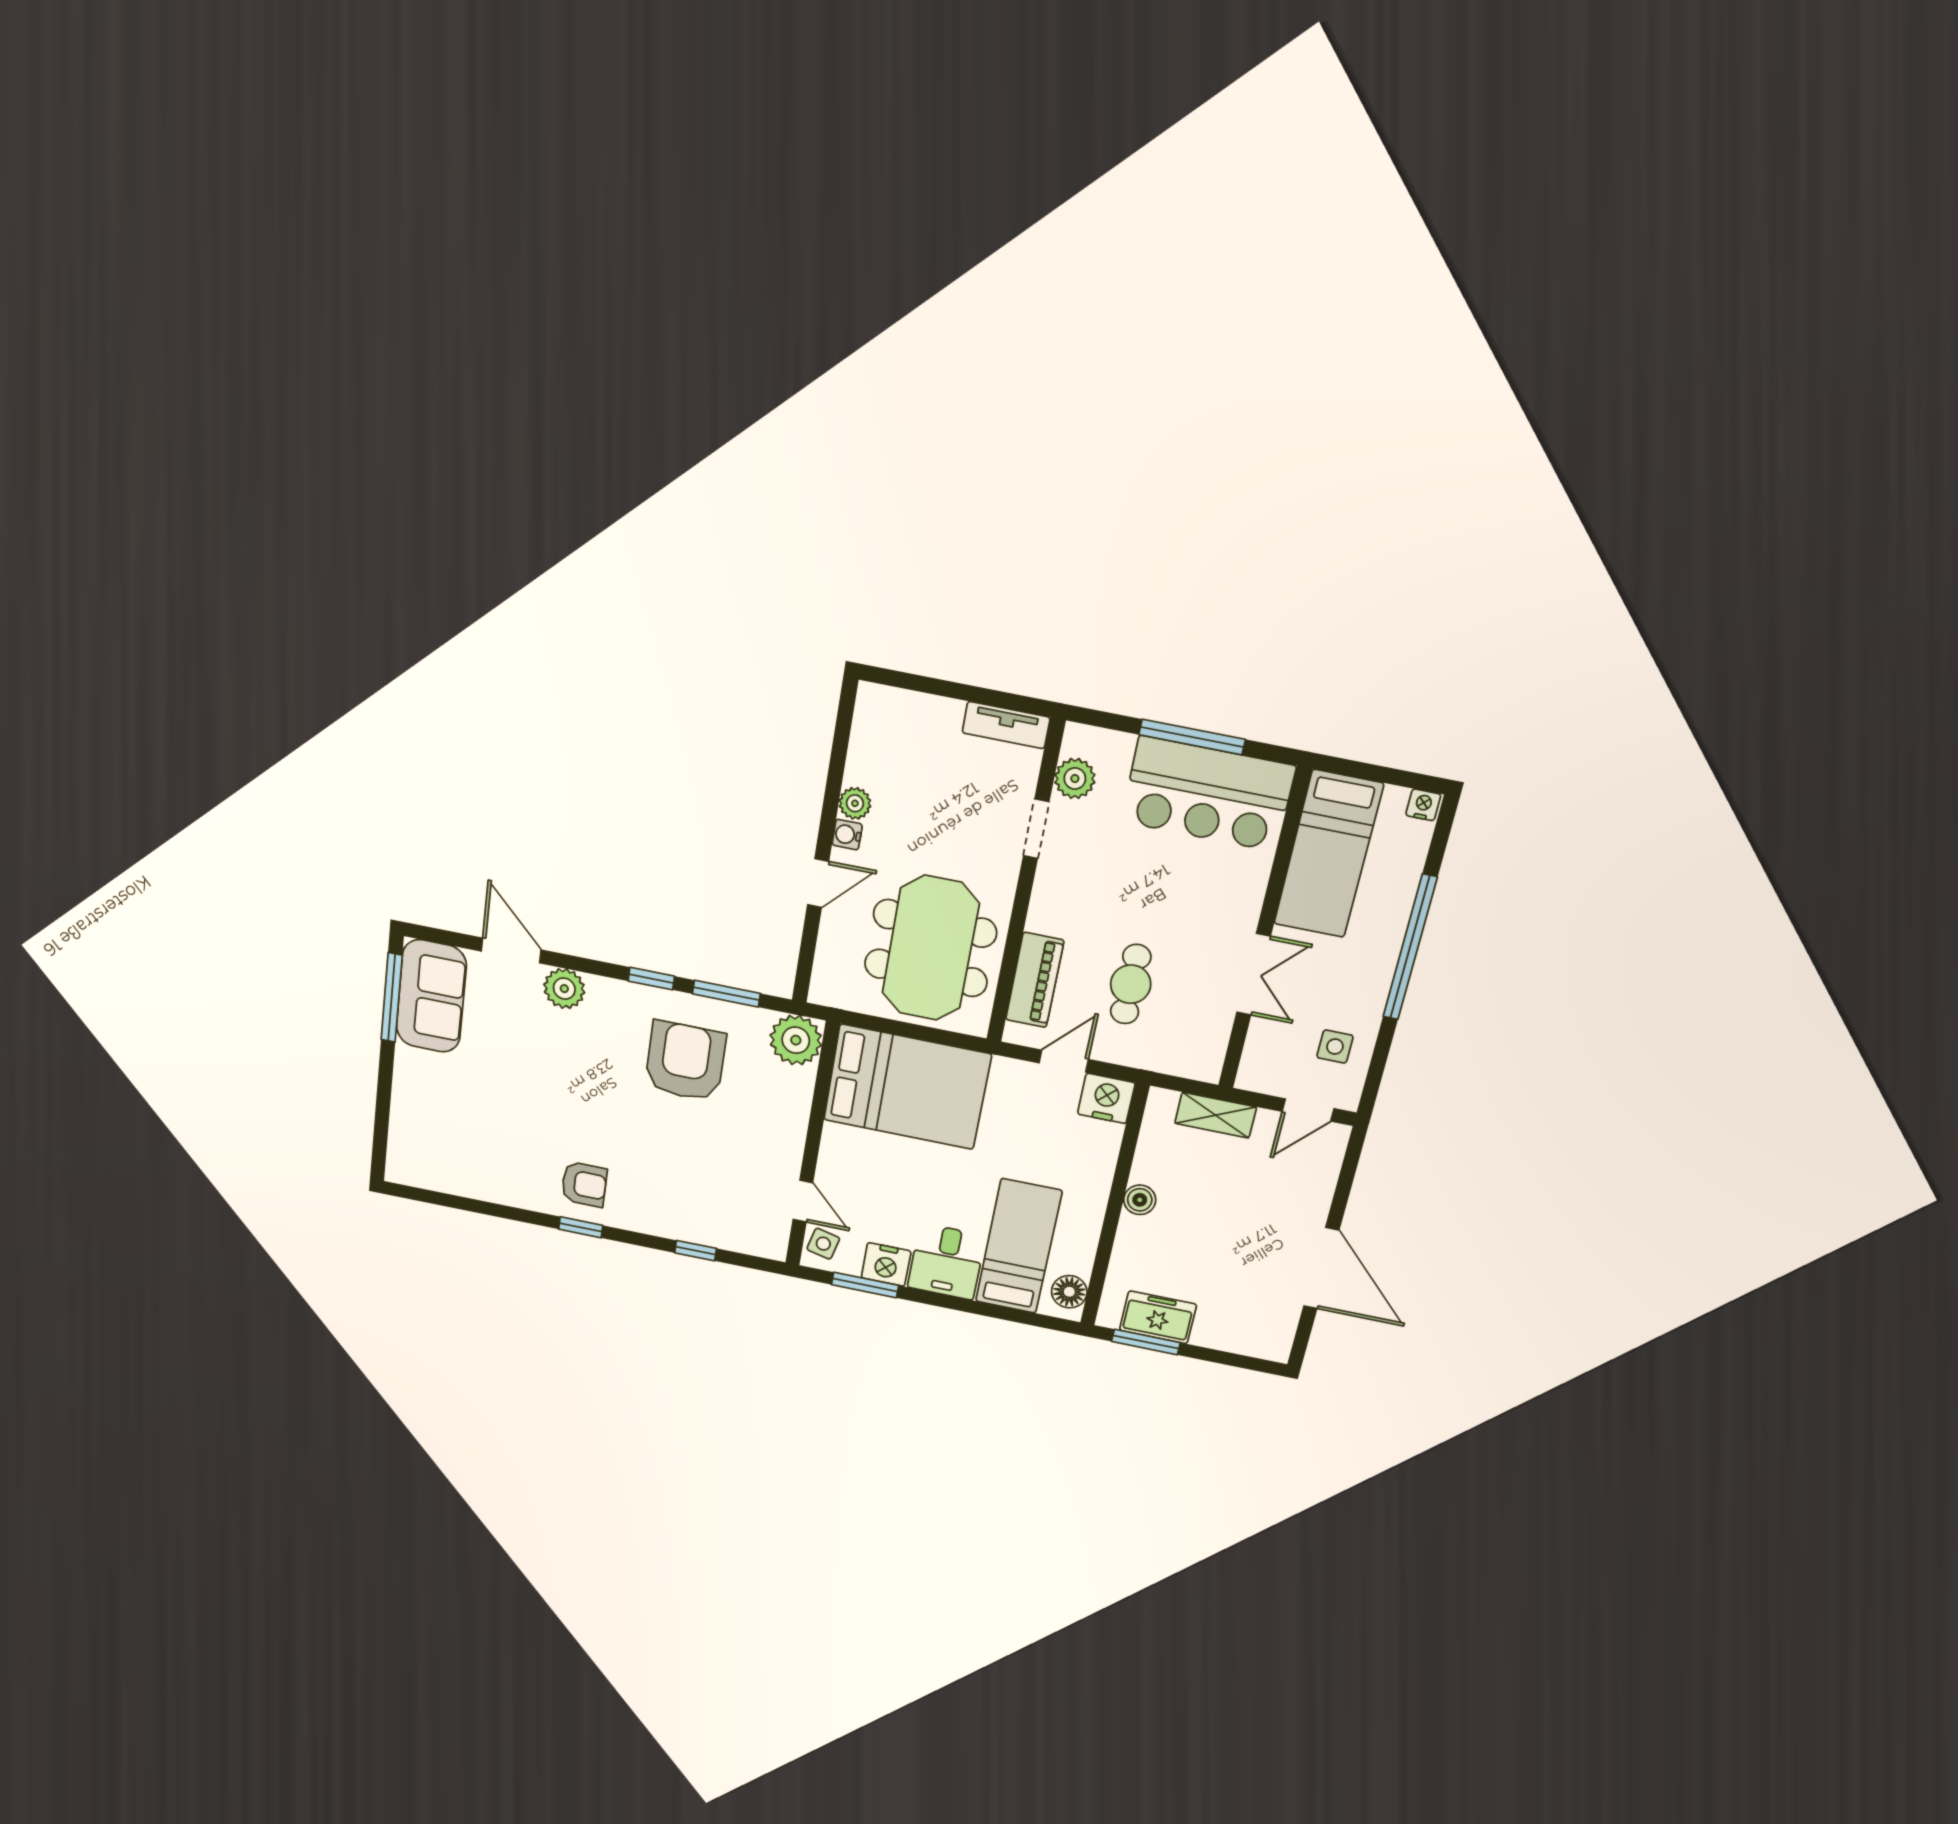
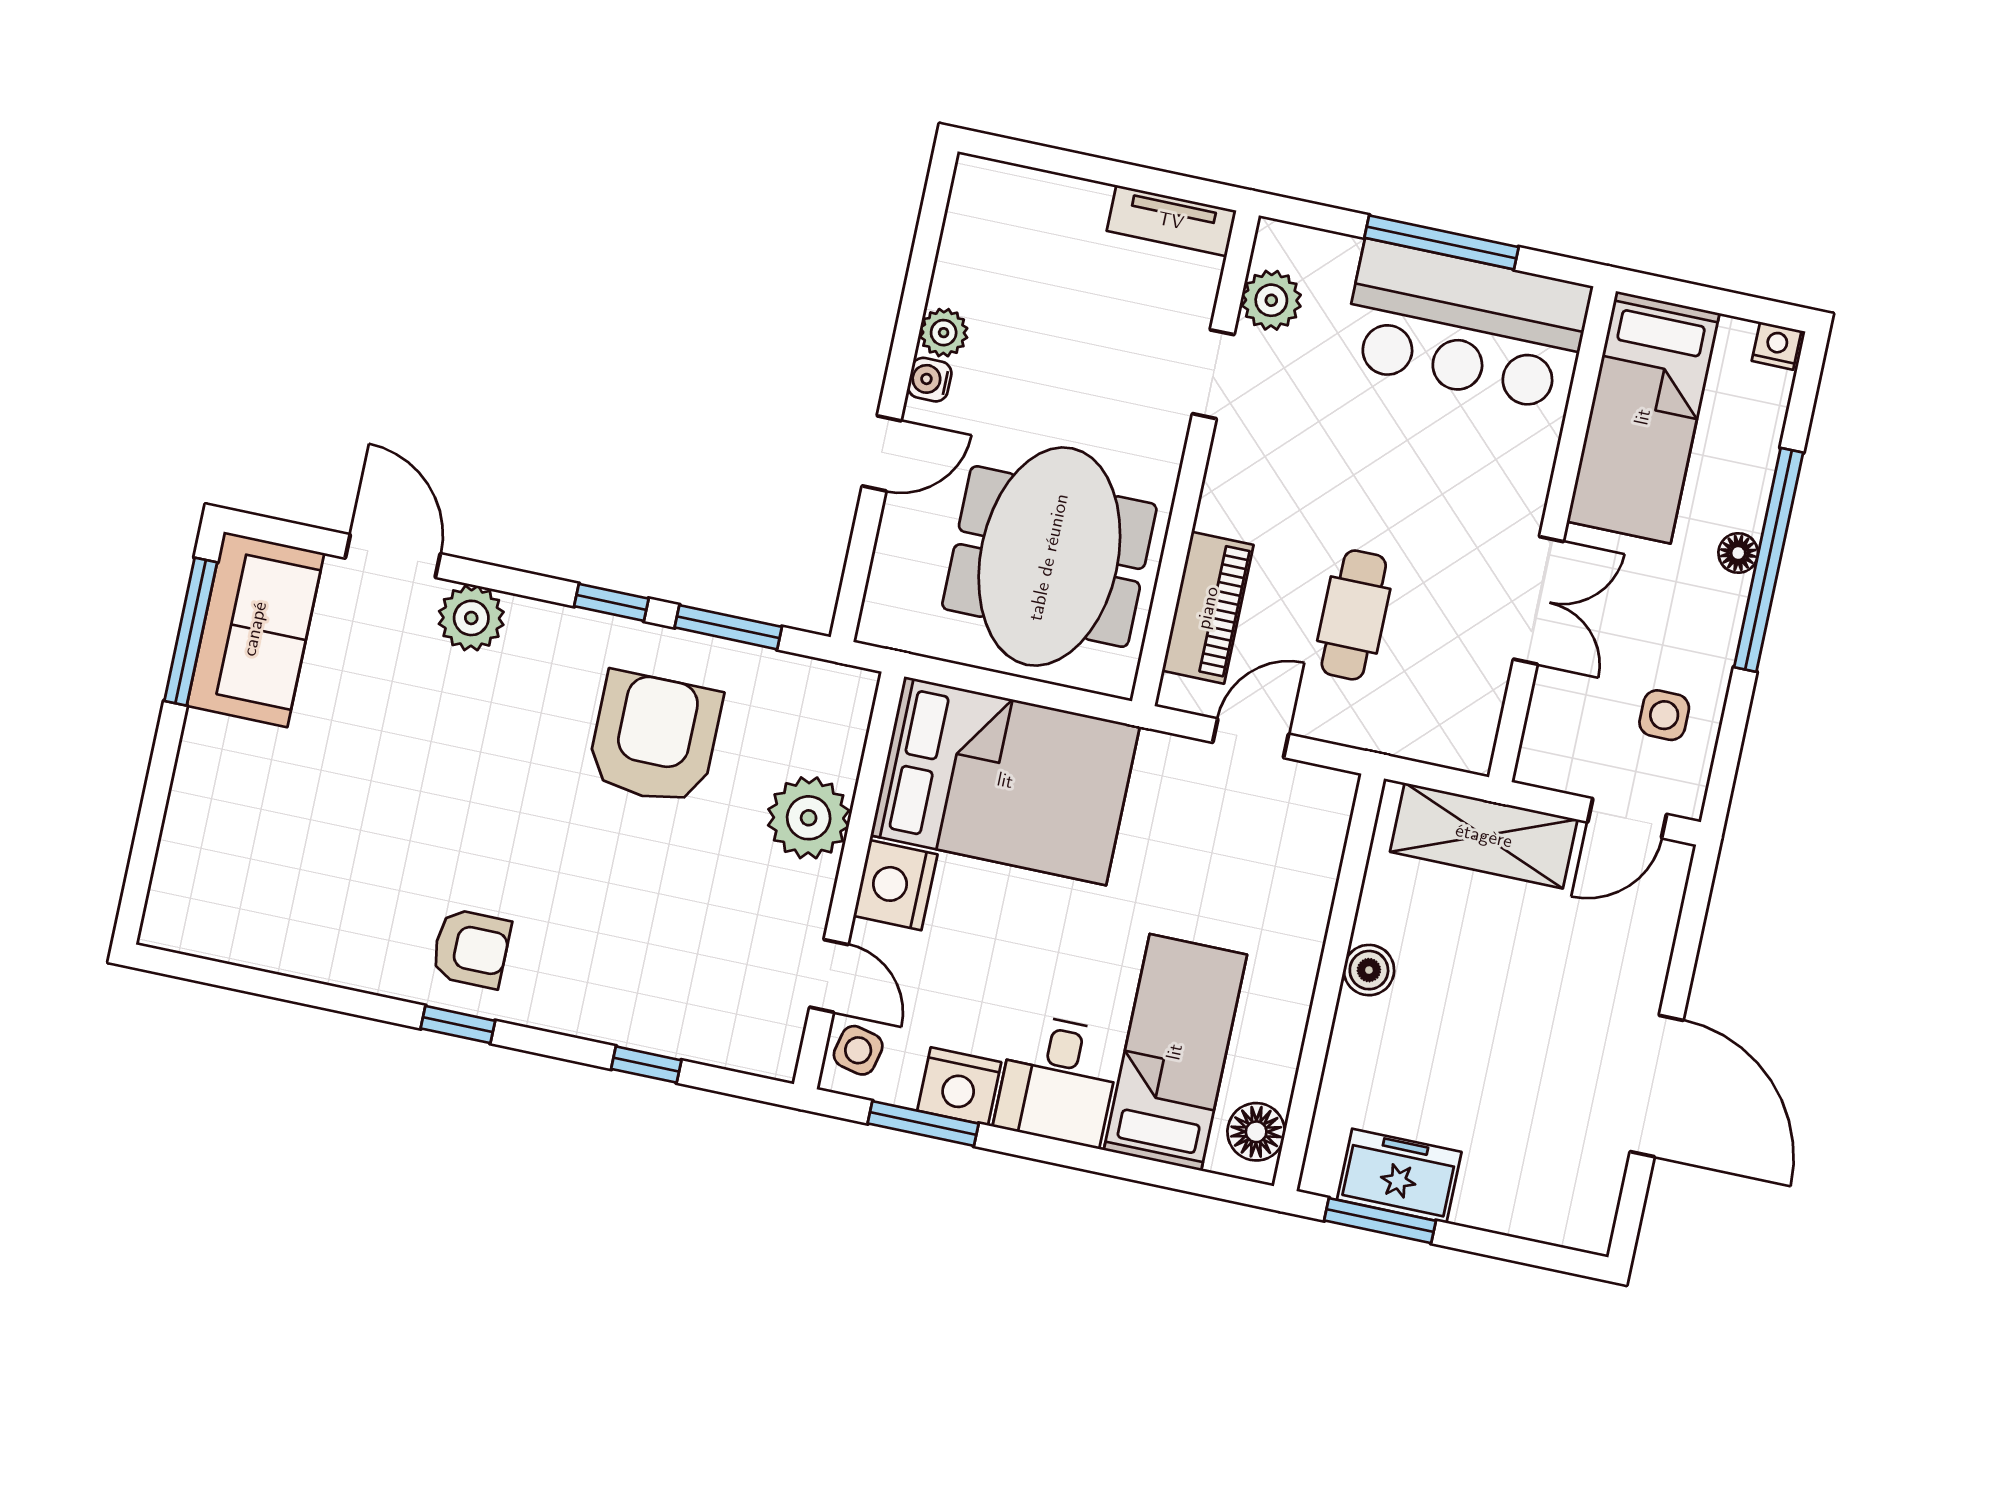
floor lamp: (1389, 943) -> (1738, 553), added
plant: (796, 1040) -> (809, 818), moved
nightstand: (1106, 1098) -> (895, 885), moved, turned -90
shelving: (1216, 1115) -> (1484, 836), width x1.50, depth x1.33

